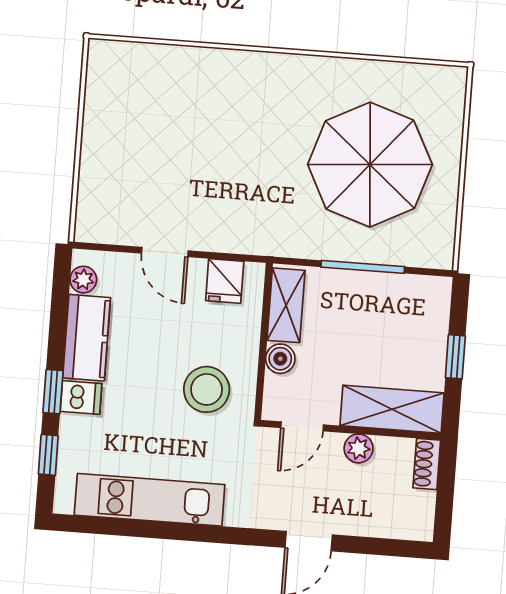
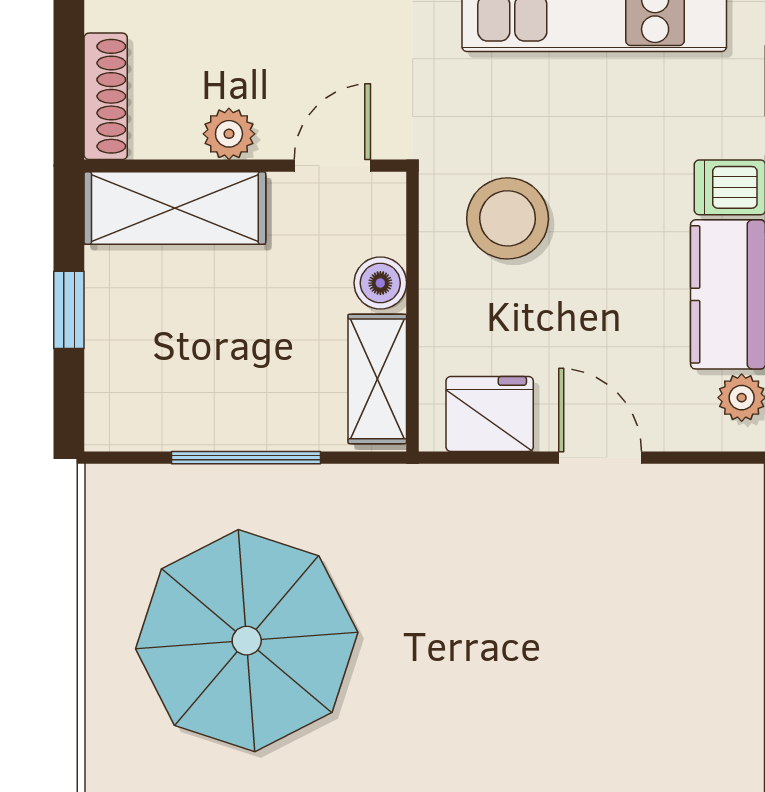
fridge: (225, 281) -> (490, 414), width x1.38
shoe rack: (427, 464) -> (106, 96), width x1.43

